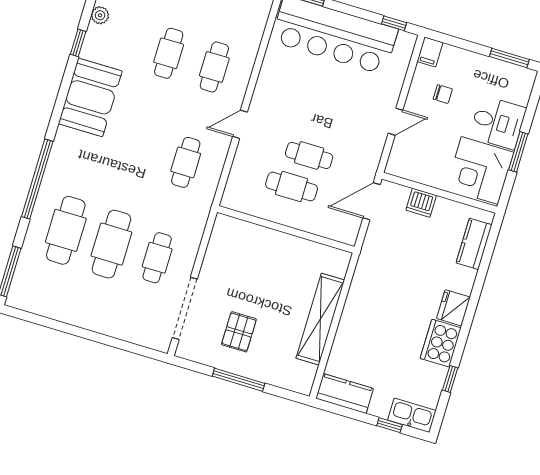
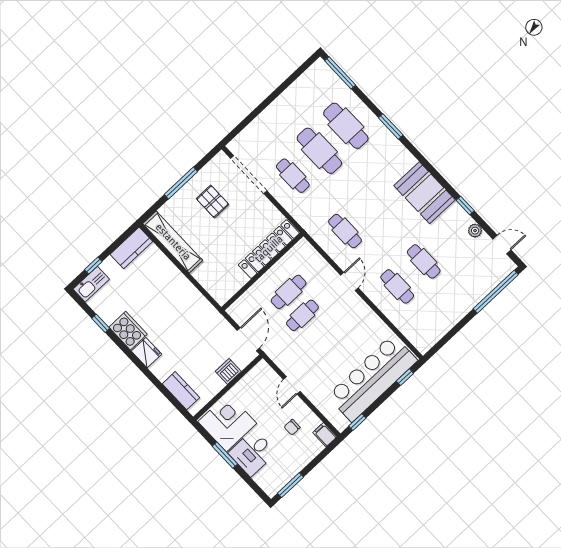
window: (37, 179) -> (391, 126), width x0.47
locker: (256, 237) -> (269, 249), added
shelving: (320, 319) -> (173, 242), moved

